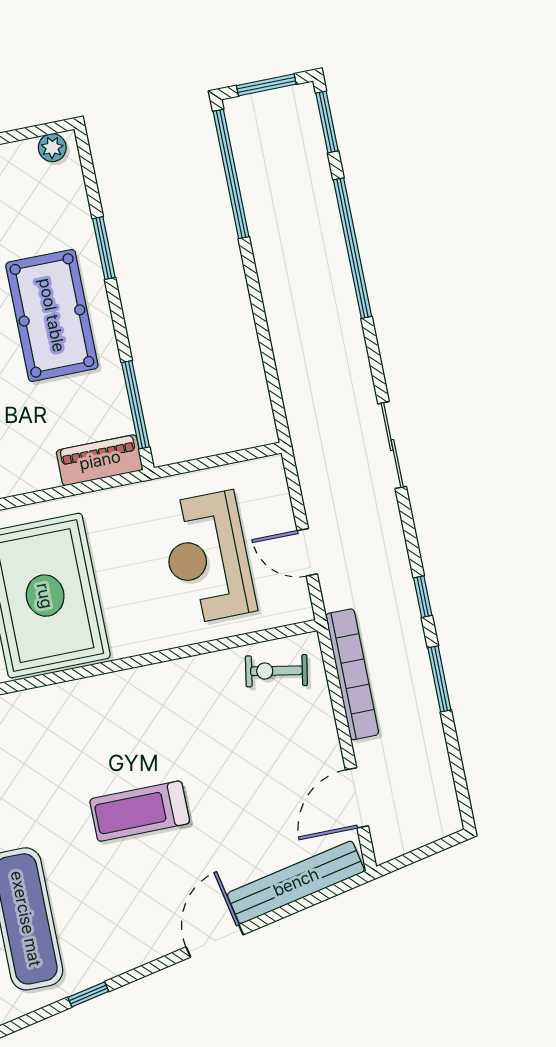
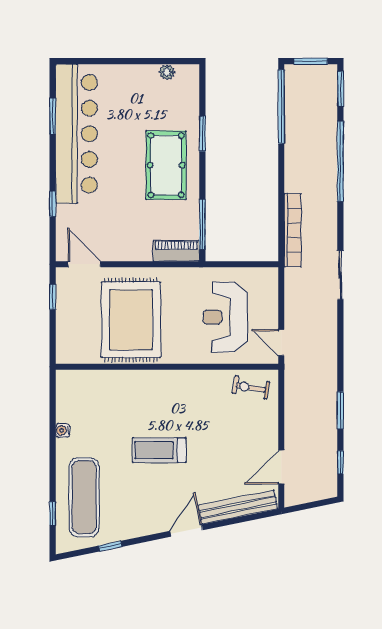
plant: (52, 148) -> (167, 72), moved
door: (307, 552) -> (281, 342), moved
window: (423, 597) -> (340, 462), moved
bookcase: (352, 674) -> (293, 230), moved

